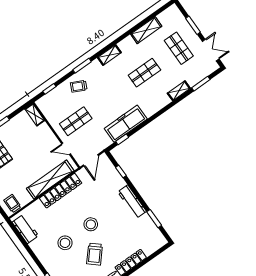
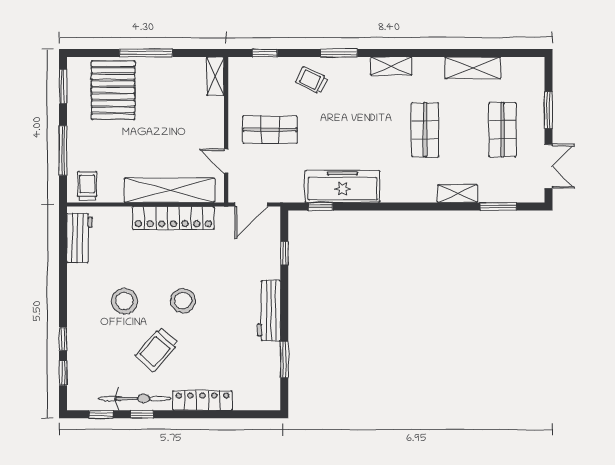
shop shelf: (144, 73) -> (425, 130), turned 90

